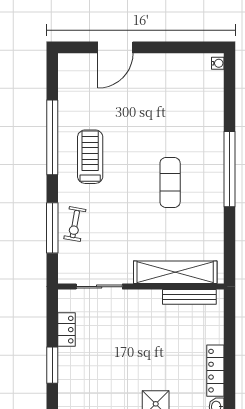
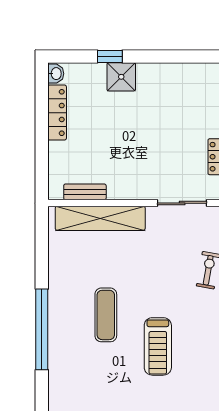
treadmill: (90, 157) -> (158, 346), moved
bench: (189, 297) -> (85, 192), width x0.73

